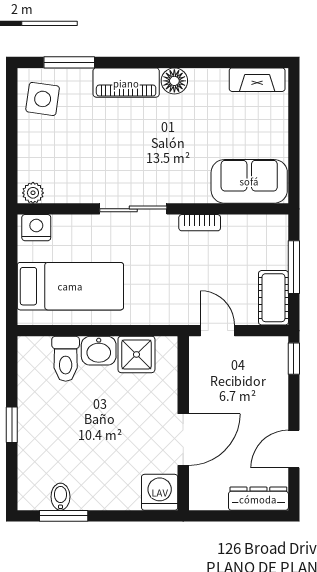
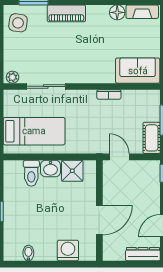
floor lamp: (174, 81) -> (117, 12), moved
sliding door: (133, 209) -> (46, 86), moved
nightstand: (36, 228) -> (14, 97), removed
washing machine: (160, 492) -> (68, 250), moved
window: (64, 516) -> (30, 264), removed

